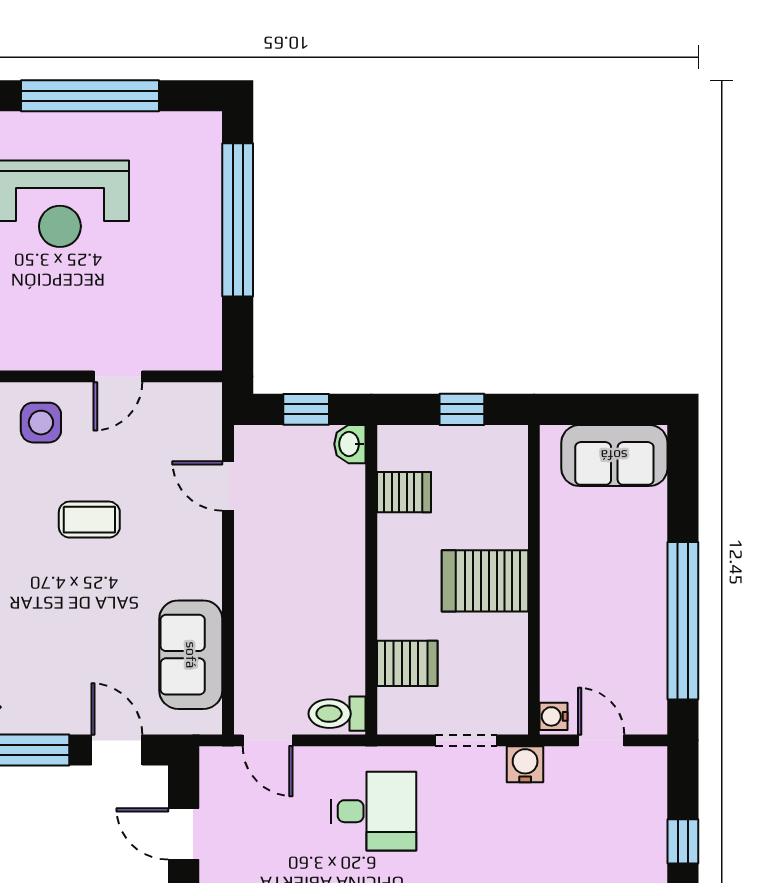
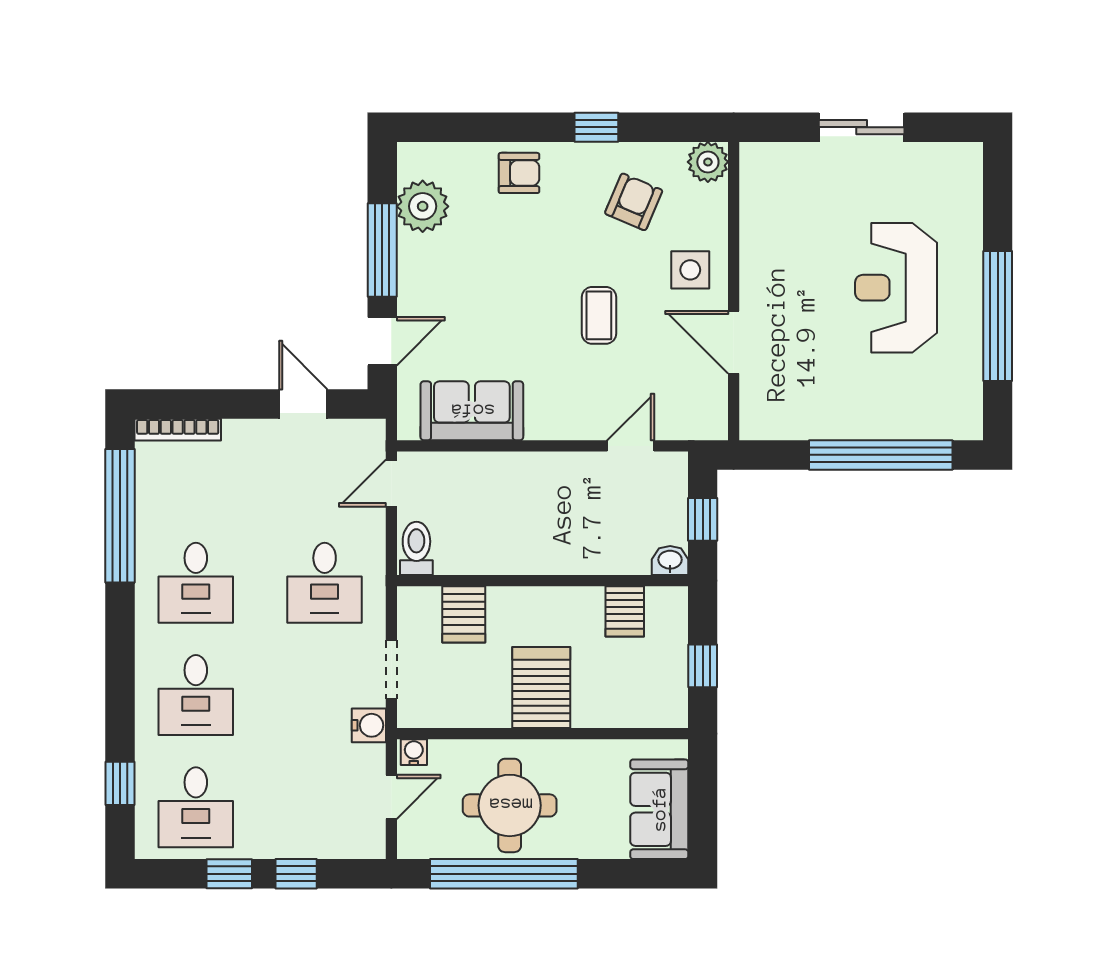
door: (118, 376) -> (734, 342), width x1.38
round table: (610, 615) -> (510, 805), added
door: (184, 834) -> (303, 404), hinge flipped

